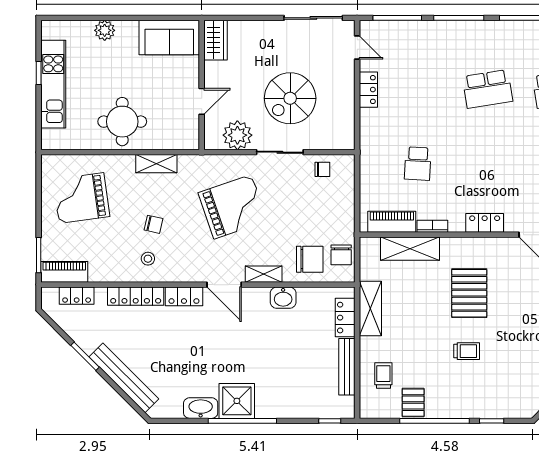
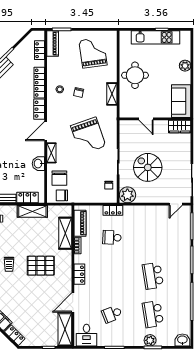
locker: (368, 90) -> (113, 210), moved
plant: (237, 135) -> (127, 195), moved

